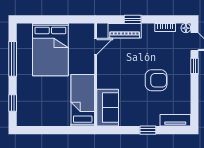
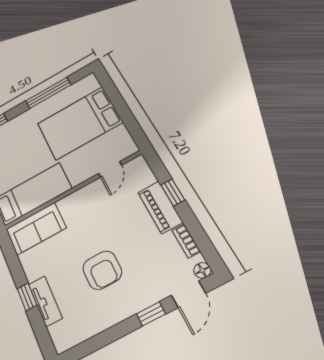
piano: (125, 31) -> (160, 207), moved
door: (96, 46) -> (110, 169), hinge flipped
tv unit: (175, 120) -> (45, 301), moved

